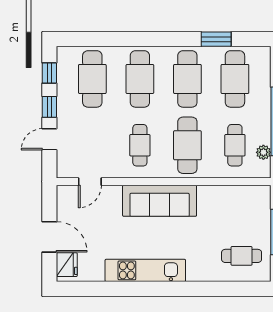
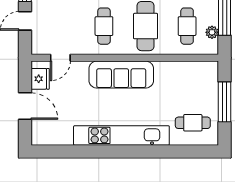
fridge: (67, 265) -> (40, 79), moved
kitchen unit: (145, 270) -> (121, 135), width x1.36

